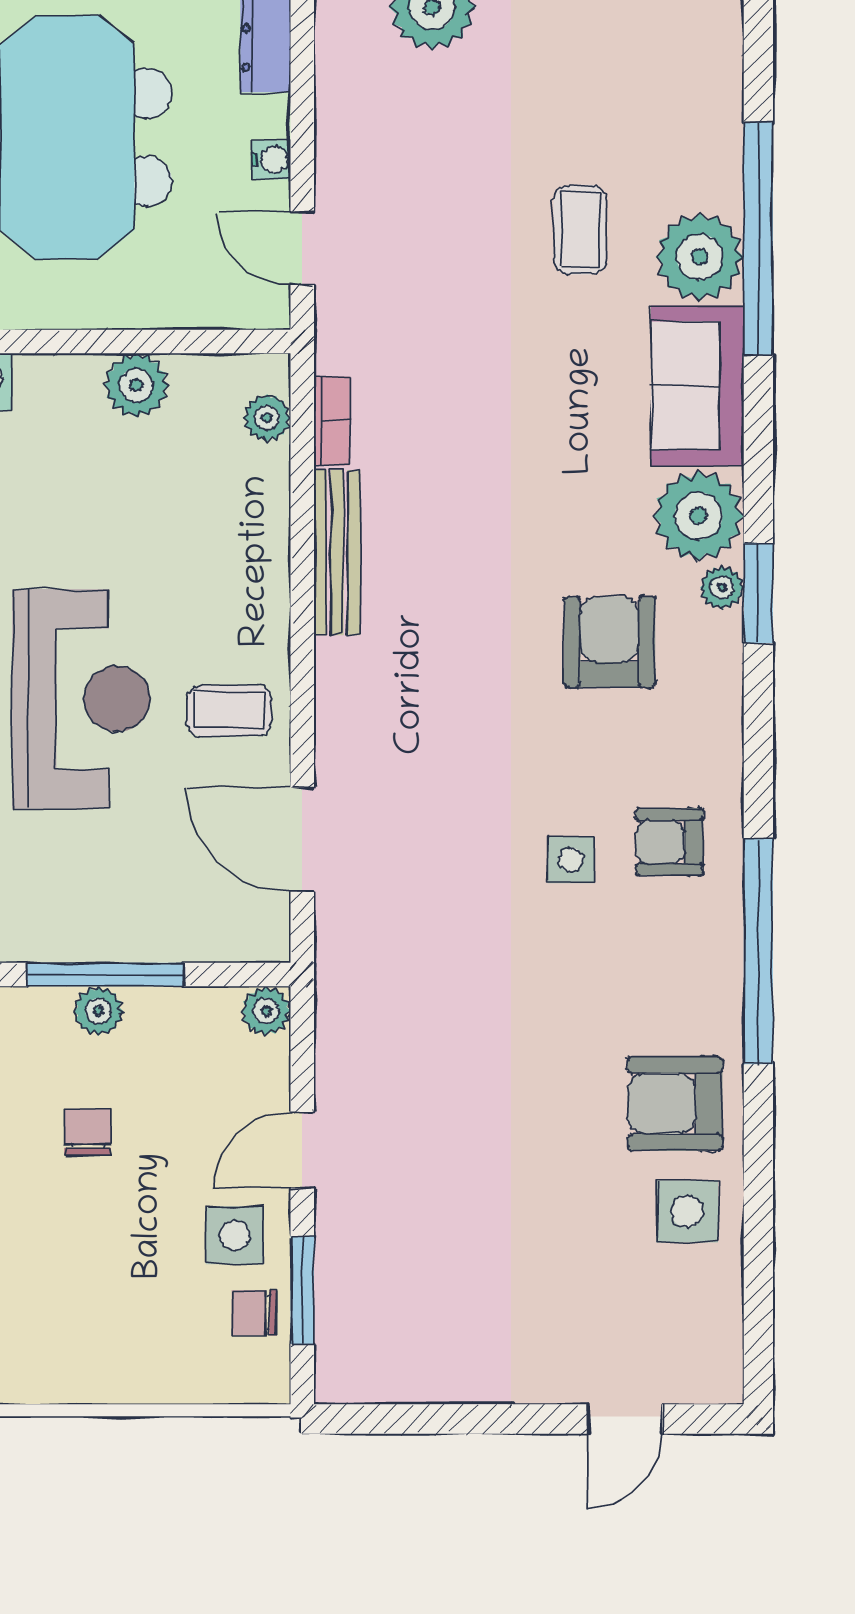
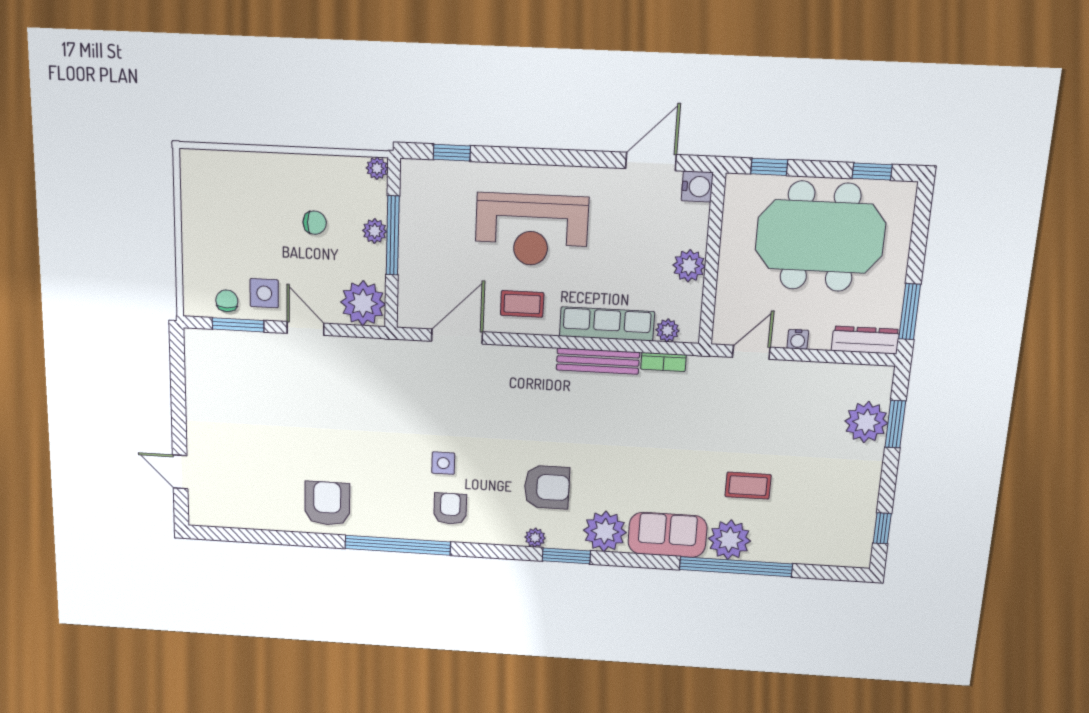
row of seats: (261, 539) -> (607, 324), added
plant: (722, 588) -> (535, 538), moved
coffee table: (229, 711) -> (522, 304), turned 90
plant: (266, 1011) -> (363, 303), width x1.88, depth x1.88
side table: (687, 1211) -> (277, 506), removed

